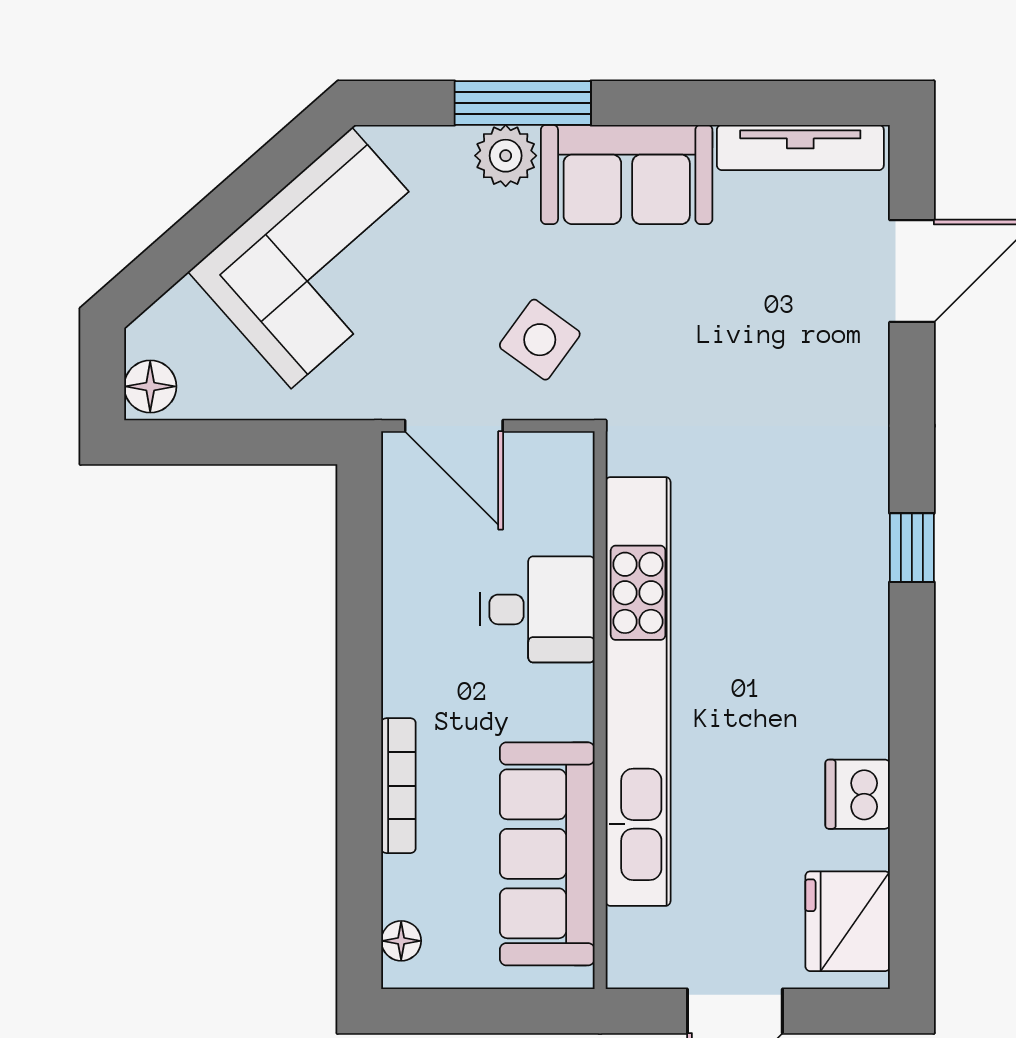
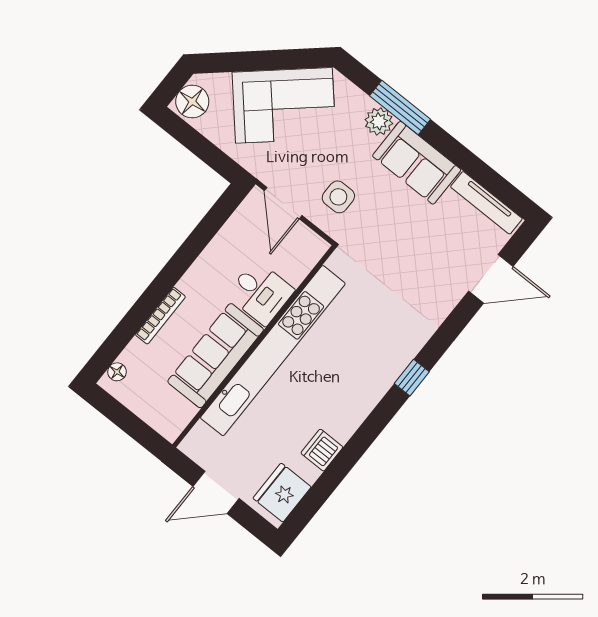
side table: (540, 340) -> (338, 197), turned -36
floor lamp: (150, 386) -> (192, 101), width x1.38, depth x1.38
sofa: (547, 854) -> (216, 356), moved

